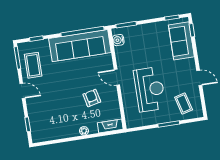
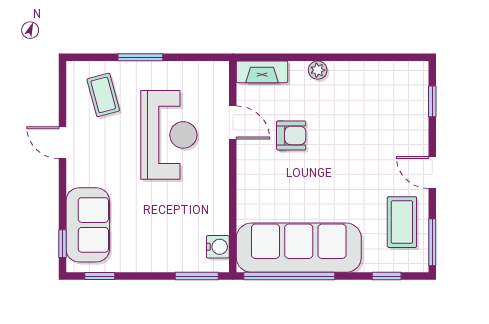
door: (117, 77) -> (233, 122), moved
reception desk: (150, 89) -> (169, 135), turned 180
armchair: (92, 98) -> (291, 135), turned -77

